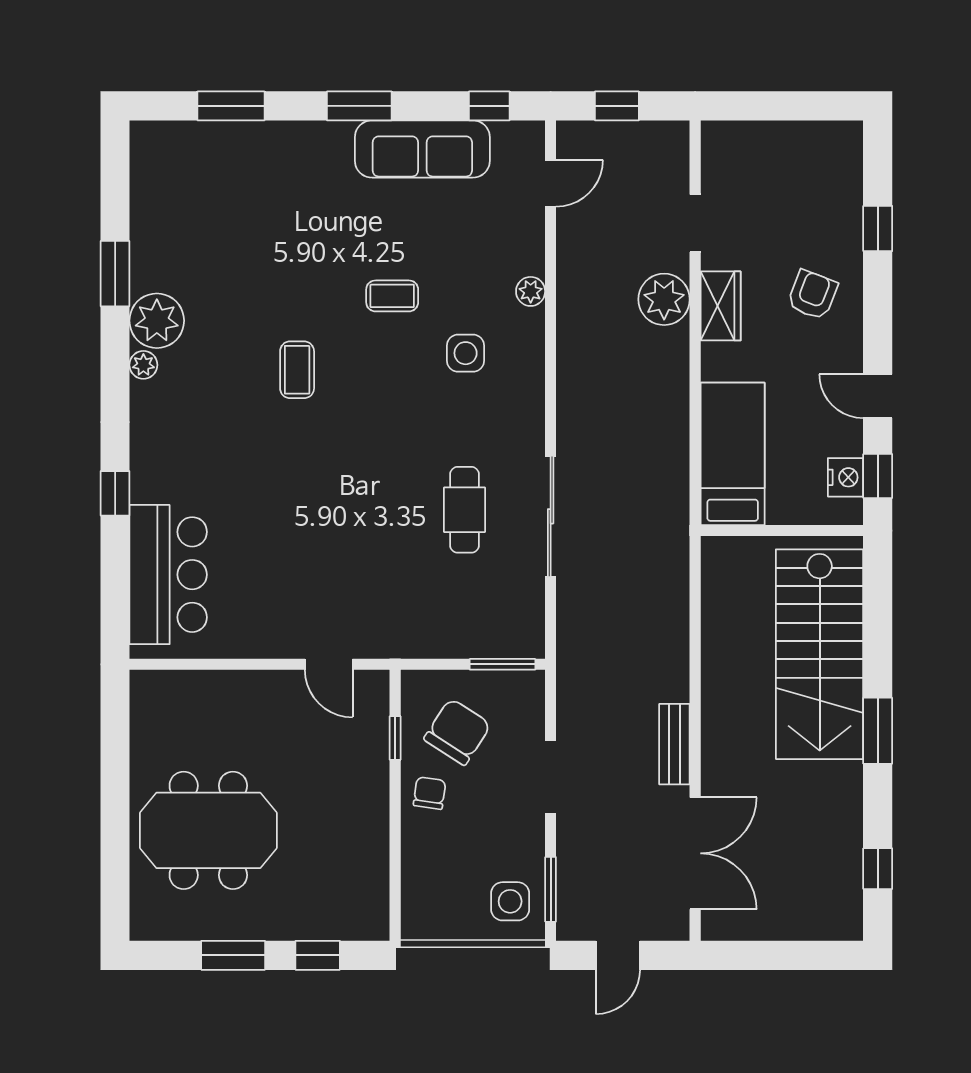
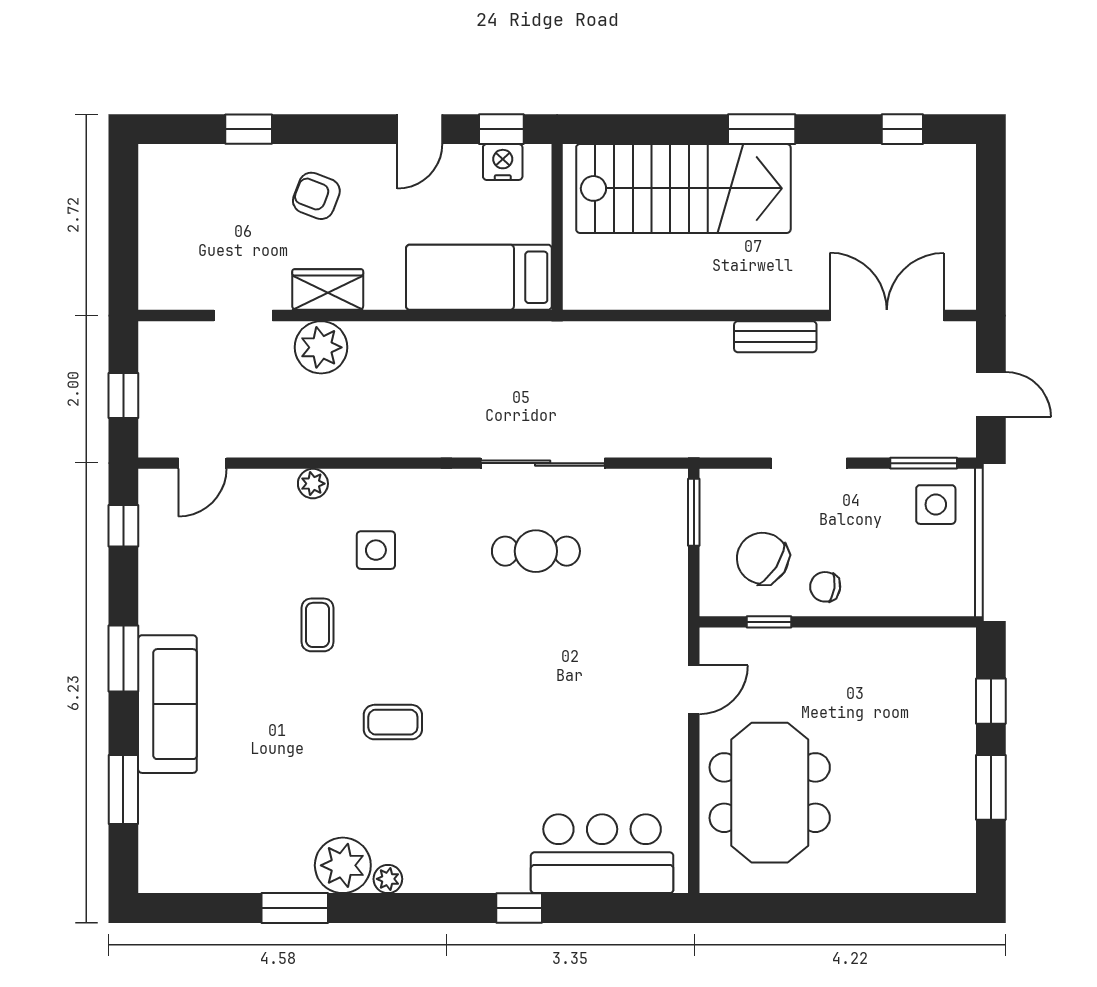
sofa: (422, 149) -> (167, 704), moved
door: (551, 183) -> (202, 463), swing flipped
meeting table: (208, 830) -> (770, 793), moved

